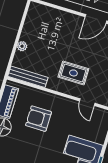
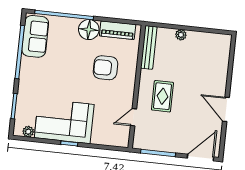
armchair: (39, 119) -> (105, 68), turned -90

